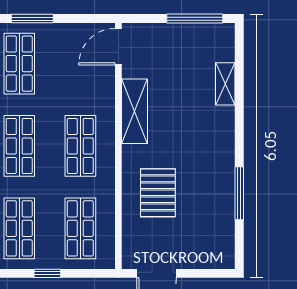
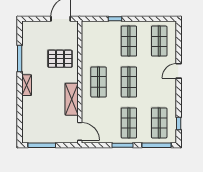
door: (118, 47) -> (80, 131), hinge flipped
shelving: (225, 84) -> (27, 85), moved
pallet: (158, 193) -> (60, 59), turned 90
shop shelf: (80, 228) -> (99, 41), removed

